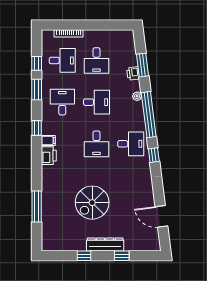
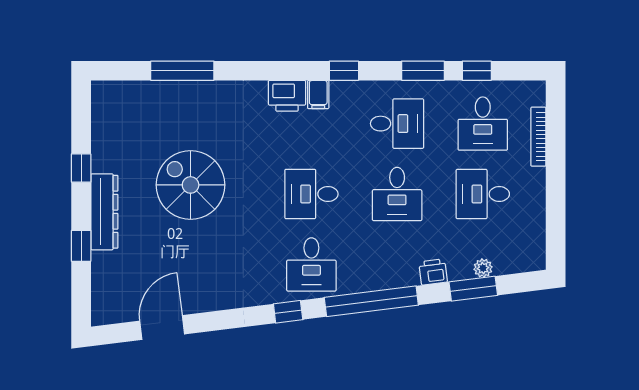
printer: (133, 73) -> (433, 272), moved
plant: (137, 96) -> (483, 268), moved

